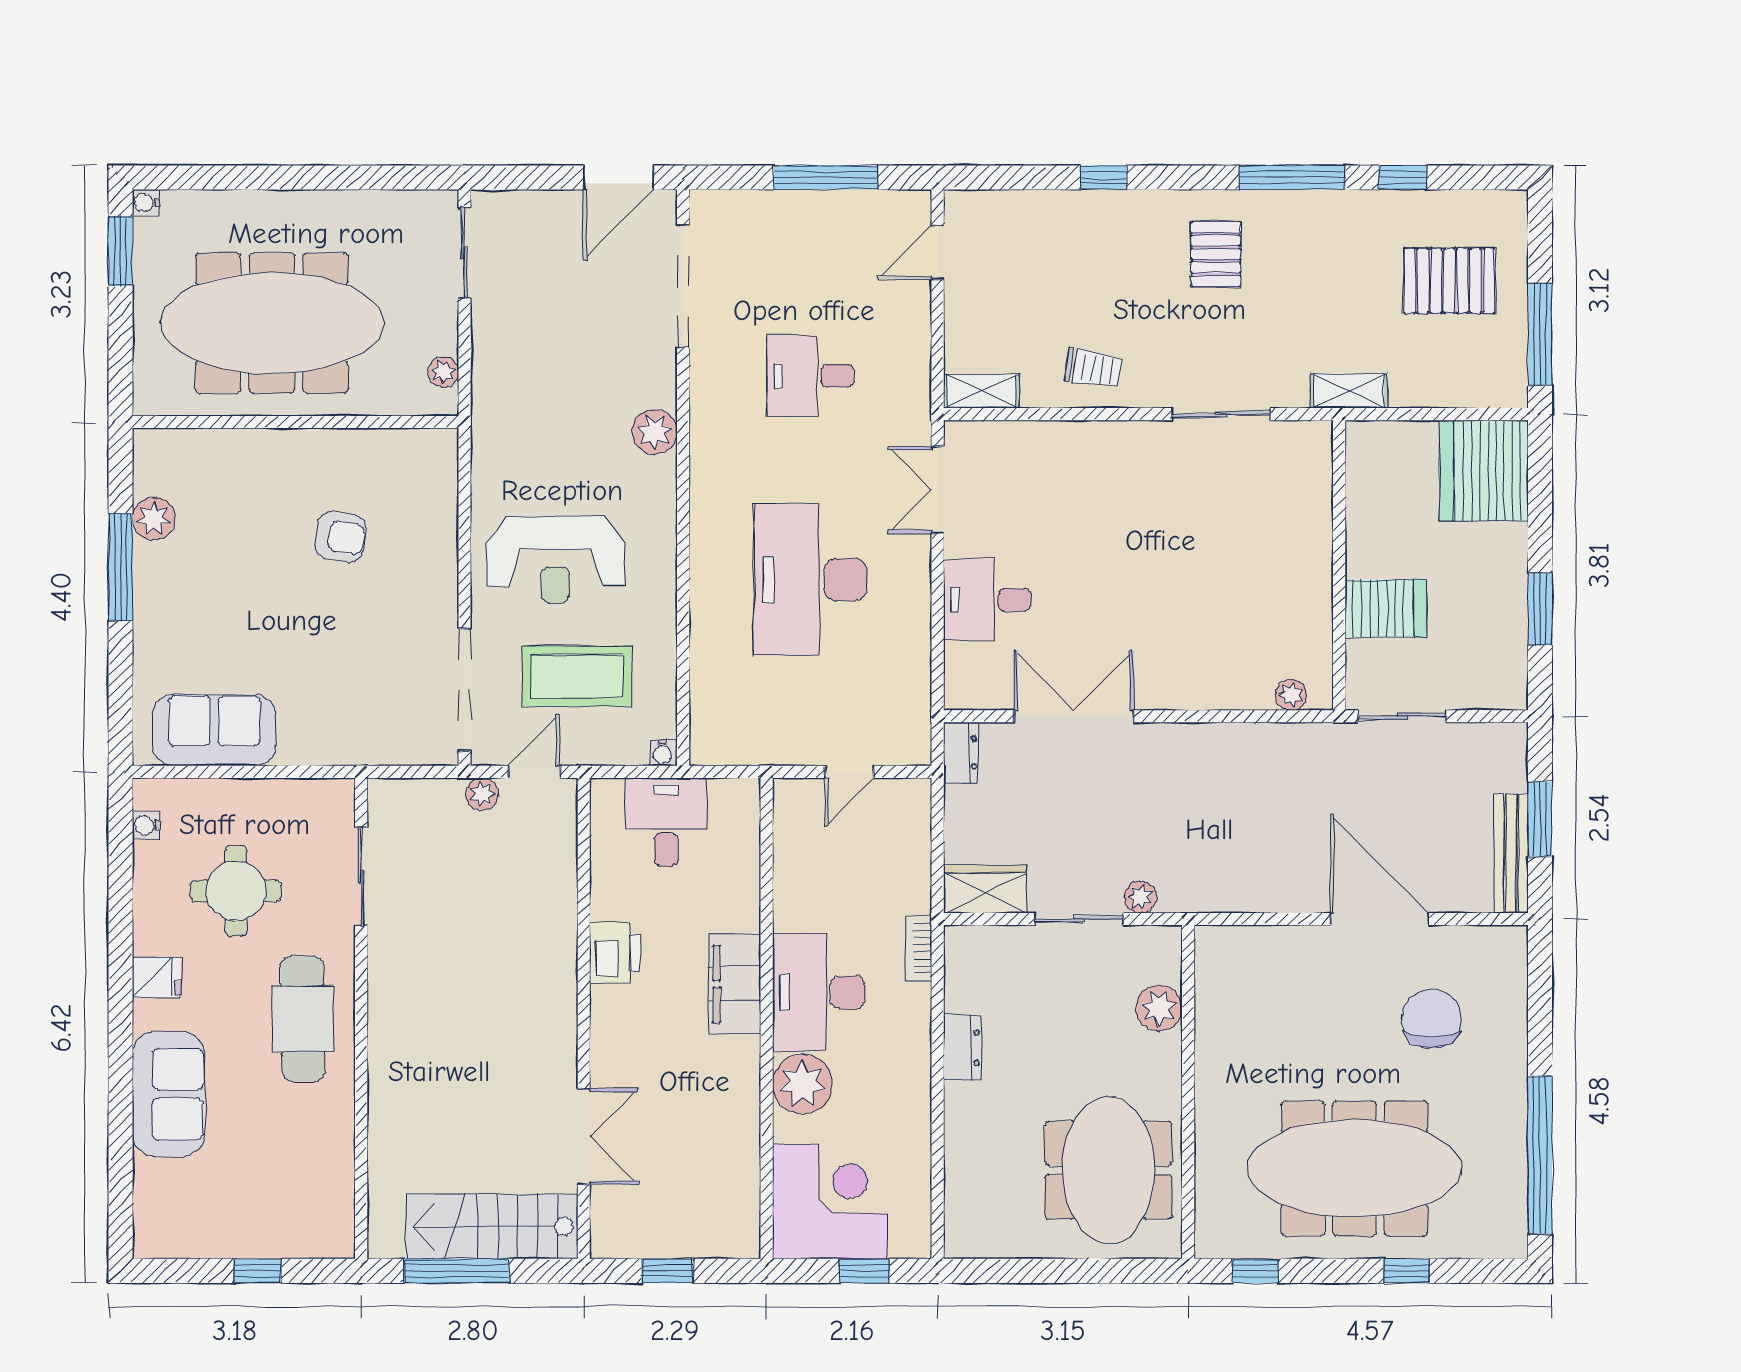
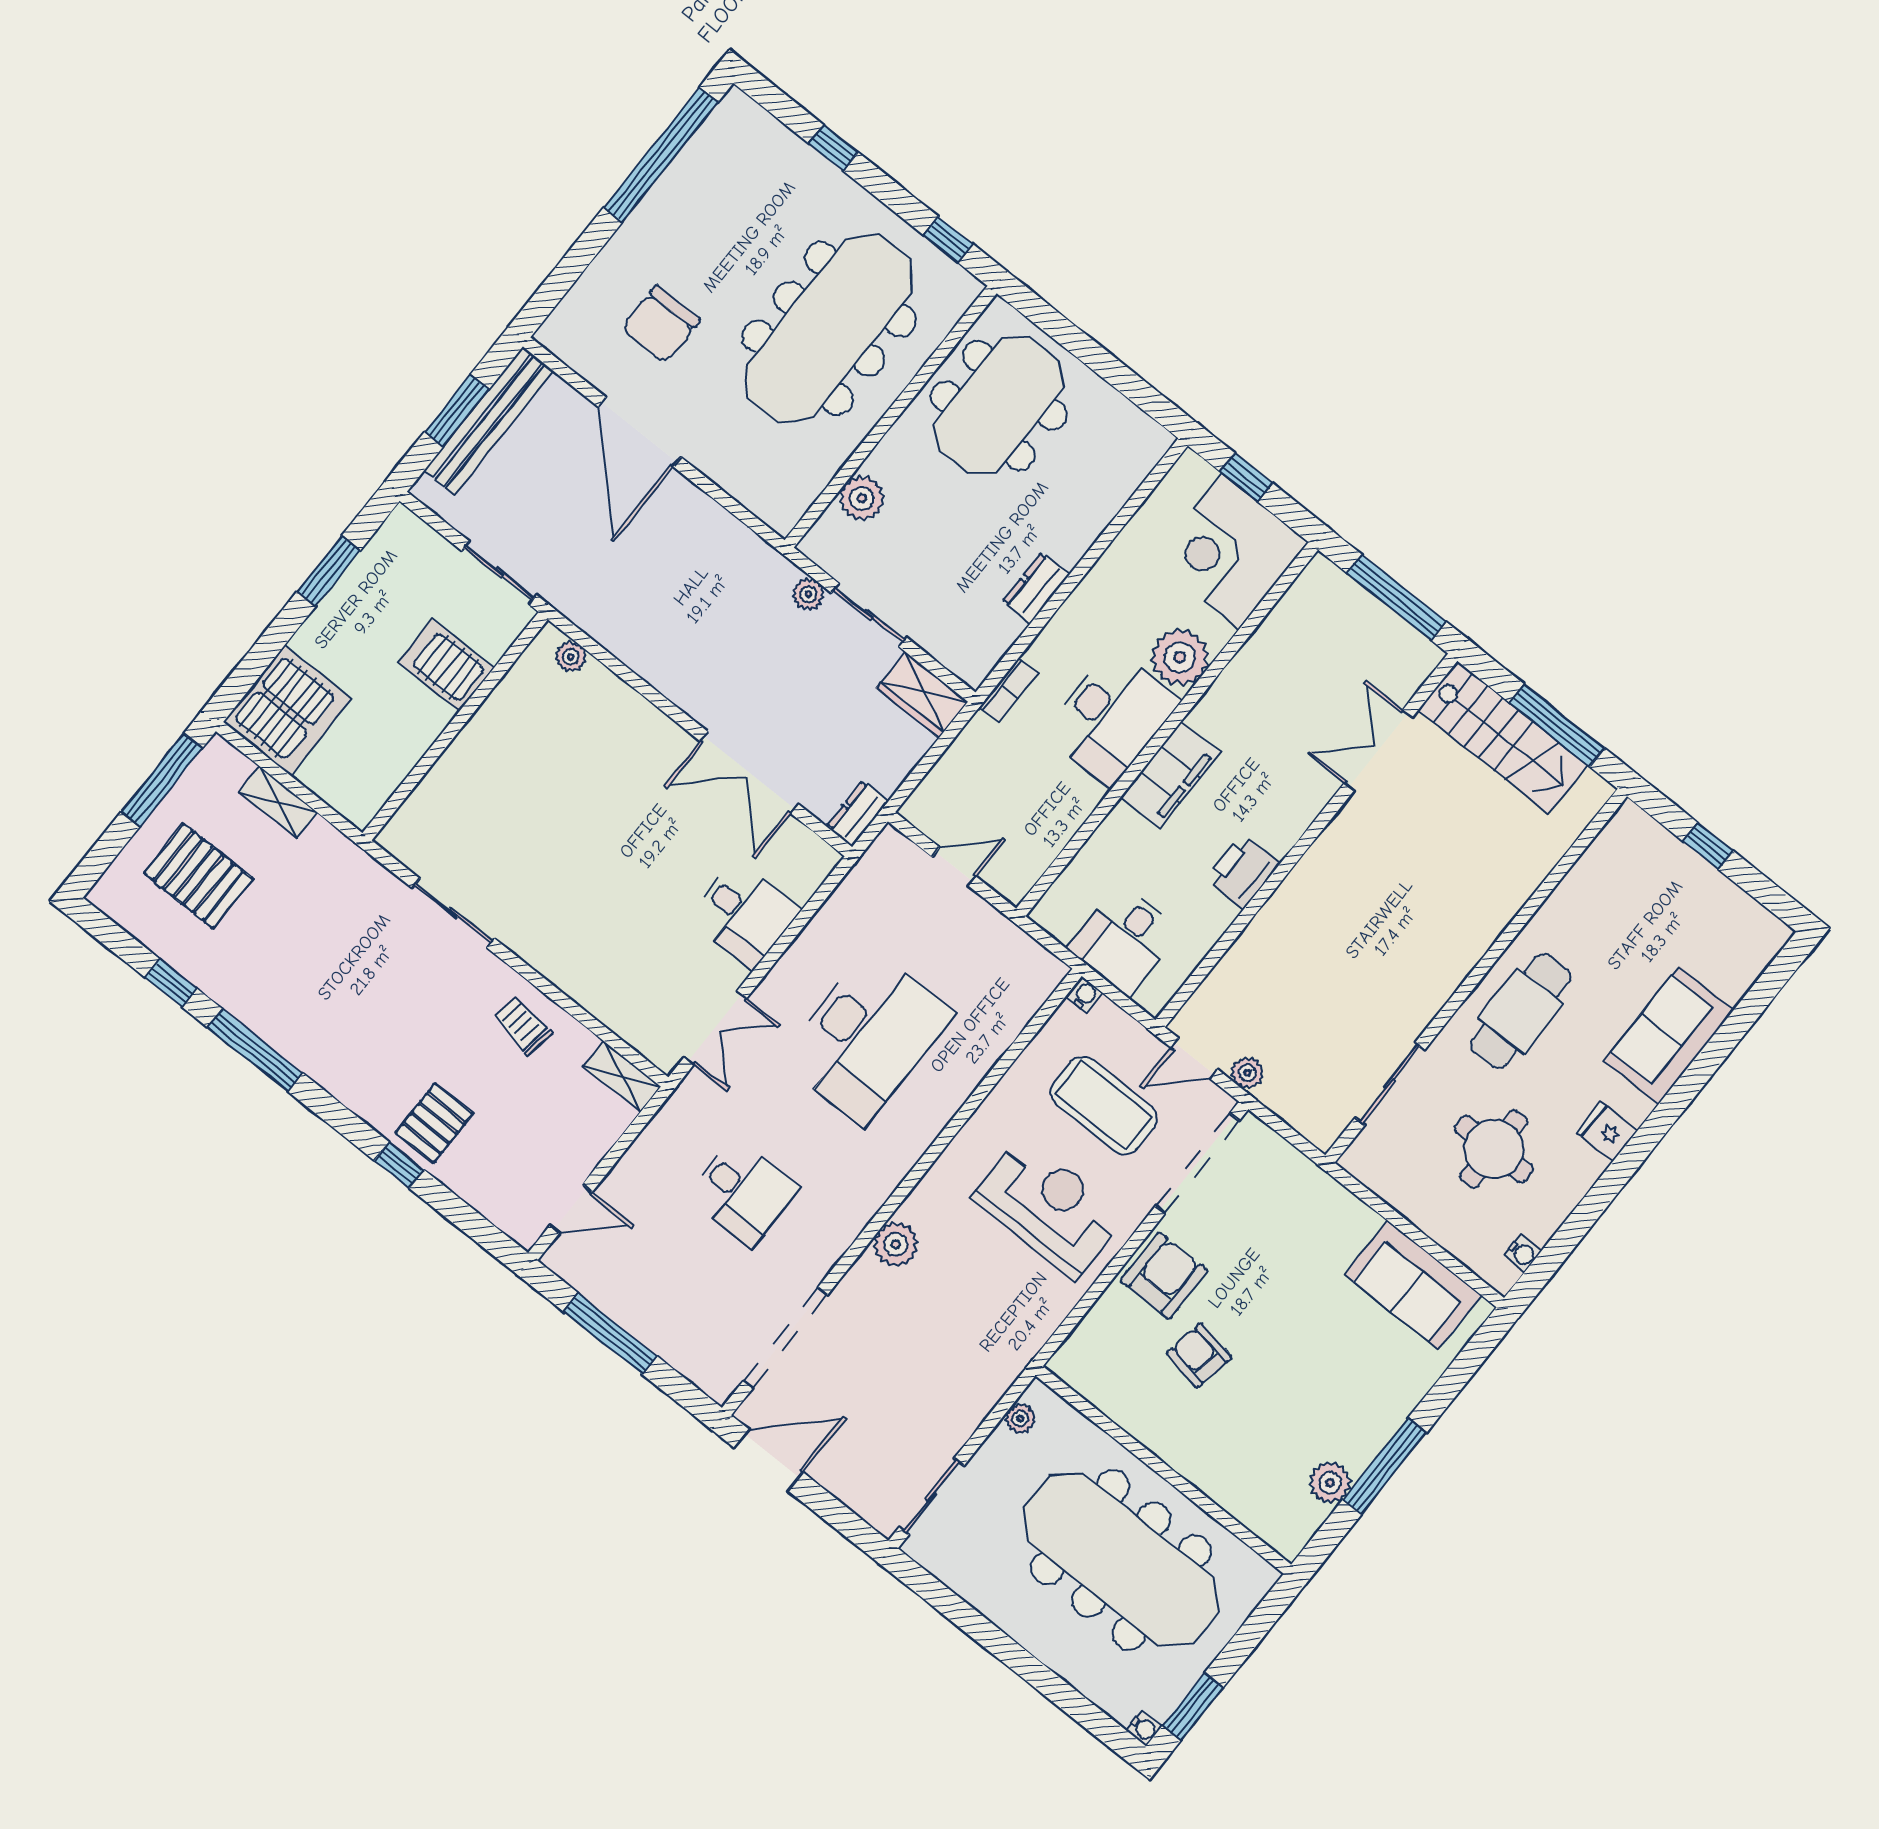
pallet: (1216, 254) -> (434, 1123), moved
shelving: (1349, 391) -> (278, 802), moved
armchair: (419, 578) -> (1164, 1275), added
bench: (1511, 854) -> (489, 421), width x1.37, depth x1.21
meeting table: (1354, 1168) -> (829, 328), moved, turned 90
window: (667, 1271) -> (1396, 597), width x2.17

